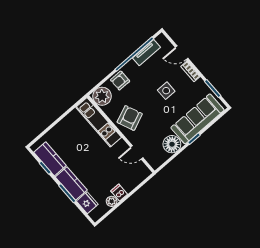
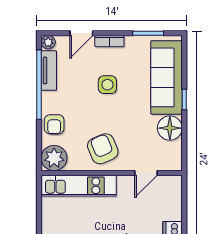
plant: (161, 39) -> (48, 42), added

